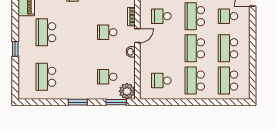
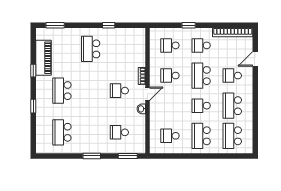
window: (15, 11) -> (33, 71), added
school desk: (195, 48) -> (201, 106), width x0.54
plant: (127, 91) -> (138, 146), removed

